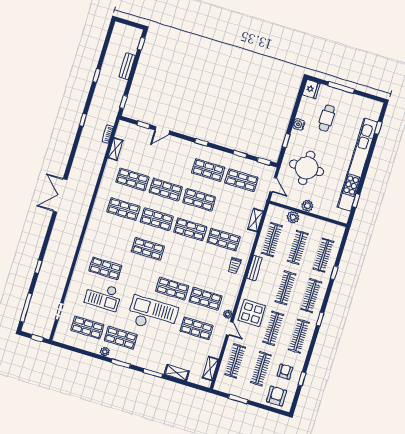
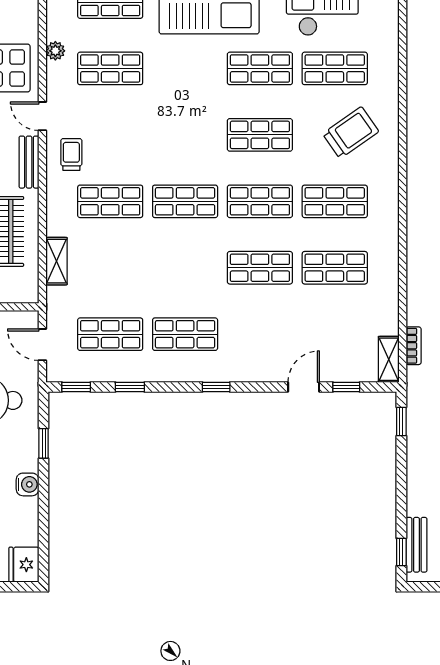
bench: (127, 66) -> (416, 545), moved
shelving: (115, 149) -> (389, 359), moved
shop shelf: (199, 200) -> (185, 268), removed
trolley: (107, 238) -> (351, 133), added
shop shelf: (172, 289) -> (260, 68), moved
door: (230, 328) -> (42, 116), moved

